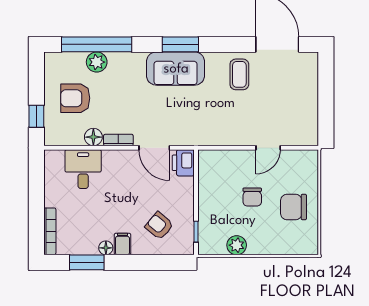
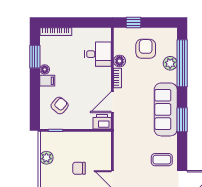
sofa: (176, 69) -> (166, 109), width x1.36

